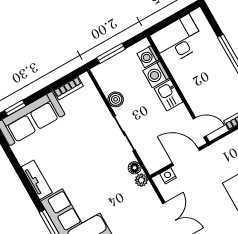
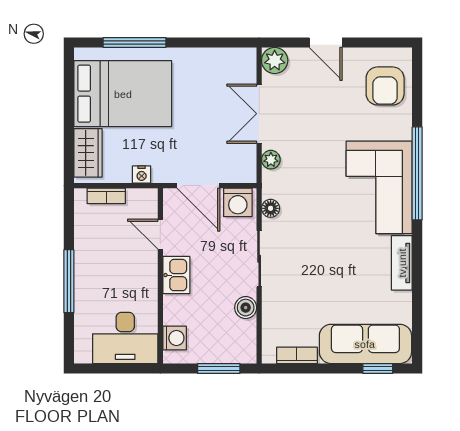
washing machine: (156, 74) -> (238, 202), moved, turned 90
door: (200, 127) -> (160, 234), moved
nightstand: (168, 176) -> (142, 175), moved
plant: (141, 180) -> (271, 160), moved

